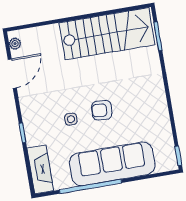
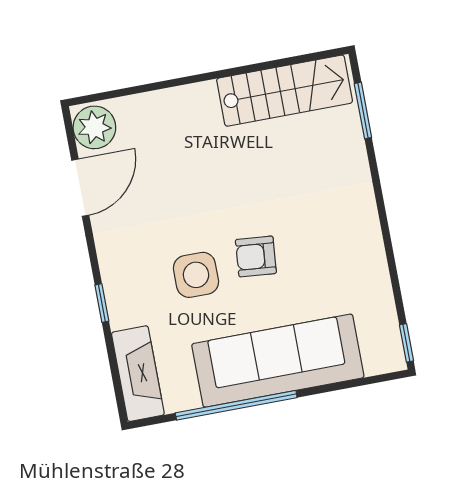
stairs: (107, 34) -> (285, 91), width x0.73, depth x0.66
plant: (15, 44) -> (94, 127), width x1.88, depth x1.88
side table: (71, 119) -> (196, 275), width x1.87, depth x1.87

